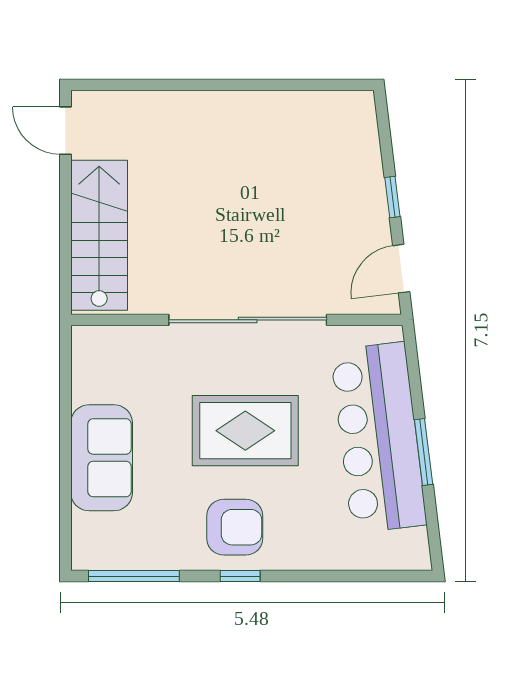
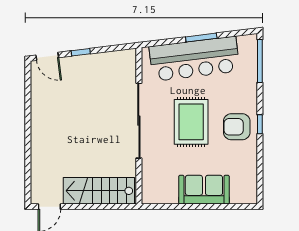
door: (401, 269) -> (47, 56), moved
armchair: (235, 527) -> (237, 127), turned -90
window: (134, 576) -> (260, 61), moved

